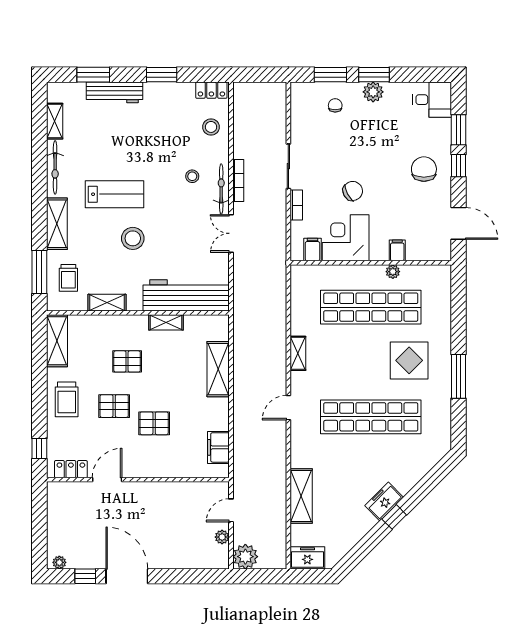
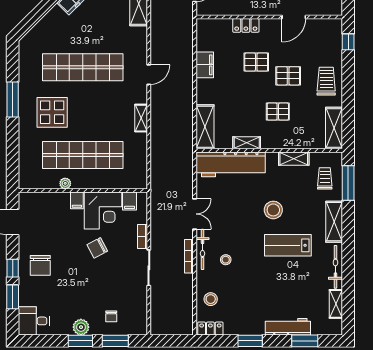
filing cabinet: (397, 250) -> (77, 200), moved
shelving: (218, 369) -> (205, 127), moved
filing cabinet: (218, 447) -> (205, 65), moved
locker: (71, 469) -> (246, 25), moved

